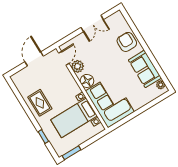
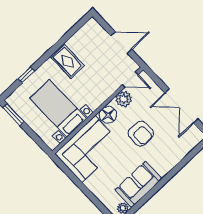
double door: (92, 23) -> (181, 106), width x1.37
armchair: (127, 42) -> (141, 134), moved, turned 90
rug: (40, 103) -> (68, 61), turned 90

